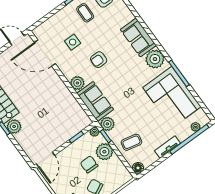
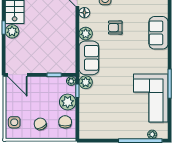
plant: (155, 59) -> (159, 59), removed
coffee table: (131, 142) -> (94, 110), removed
tv unit: (168, 147) -> (119, 134), removed
door: (45, 160) -> (17, 75), hinge flipped
chair: (89, 164) -> (65, 122), moved
floor lamp: (138, 168) -> (84, 13), moved

